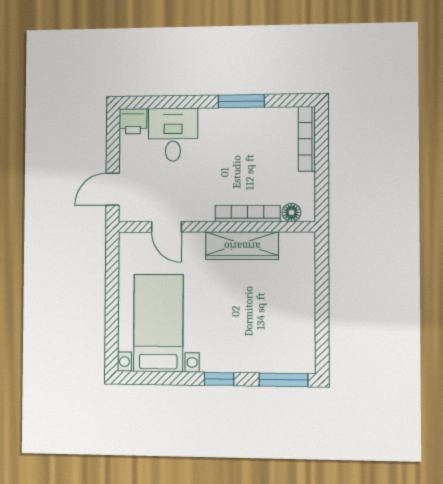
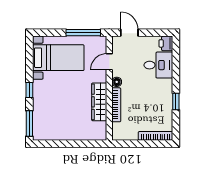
window: (241, 101) -> (176, 101), width x0.67
floor lamp: (291, 212) -> (117, 82), moved
window: (112, 276) -> (83, 33), added

